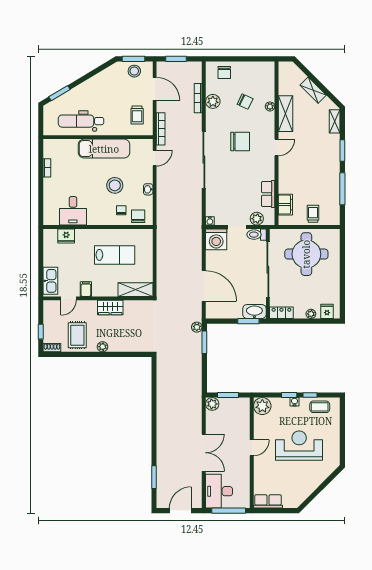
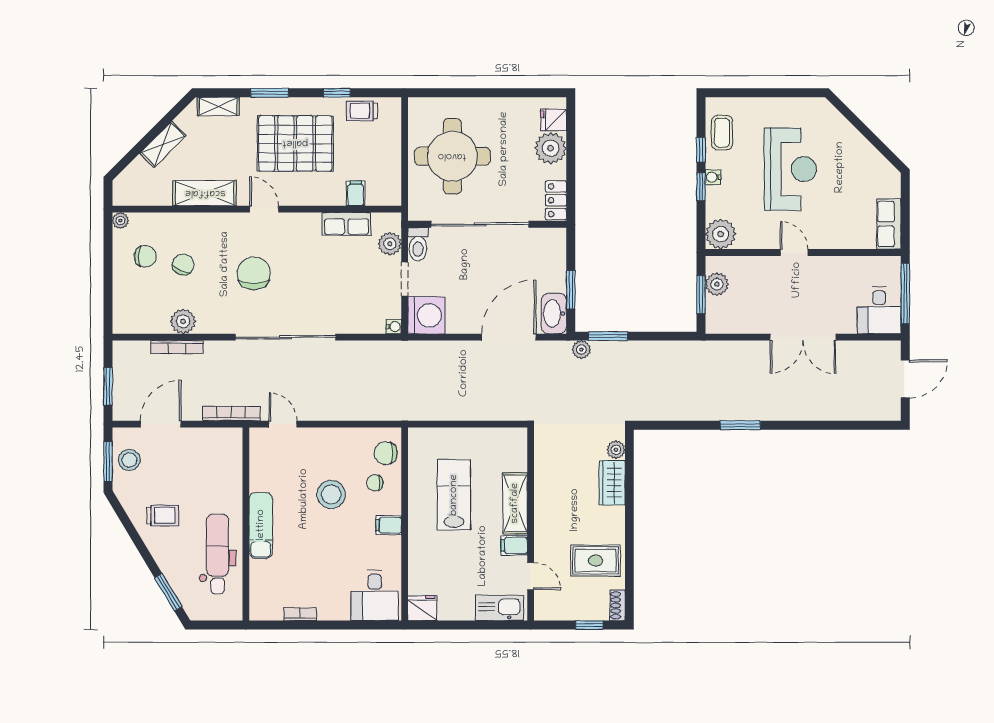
chair: (224, 73) -> (145, 256), moved
plant: (270, 106) -> (121, 220), moved
trolley: (137, 115) -> (163, 515), moved
dental chair: (81, 121) -> (218, 554), turned 180
exam couch: (104, 149) -> (261, 525), width x0.73, depth x0.69
pallet: (314, 165) -> (295, 143), added
washbasin: (148, 189) -> (338, 435), removed
window: (342, 189) -> (337, 93), width x0.46
filing cabinet: (285, 205) -> (356, 193), width x0.50
desk: (73, 211) -> (375, 595), moved, turned 90
trolley: (313, 214) -> (362, 111), moved
filing cabinet: (97, 218) -> (389, 525), added
fridge: (66, 236) -> (422, 608), moved, turned -90
shelving: (135, 290) -> (515, 503), moved
wardrobe: (110, 308) -> (612, 483), moved, turned 180
washbasin: (254, 312) -> (554, 314), moved
plant: (311, 314) -> (551, 148), width x1.88, depth x1.88
window: (248, 321) -> (571, 290), moved
plant: (103, 347) -> (616, 450), moved
plant: (212, 404) -> (717, 284), moved
reception desk: (299, 446) -> (790, 169), turned 180
double door: (204, 453) -> (803, 337), swing flipped
window: (154, 477) -> (740, 425), moved
desk: (219, 491) -> (879, 310), width x0.73
door: (180, 511) -> (905, 379), swing flipped

